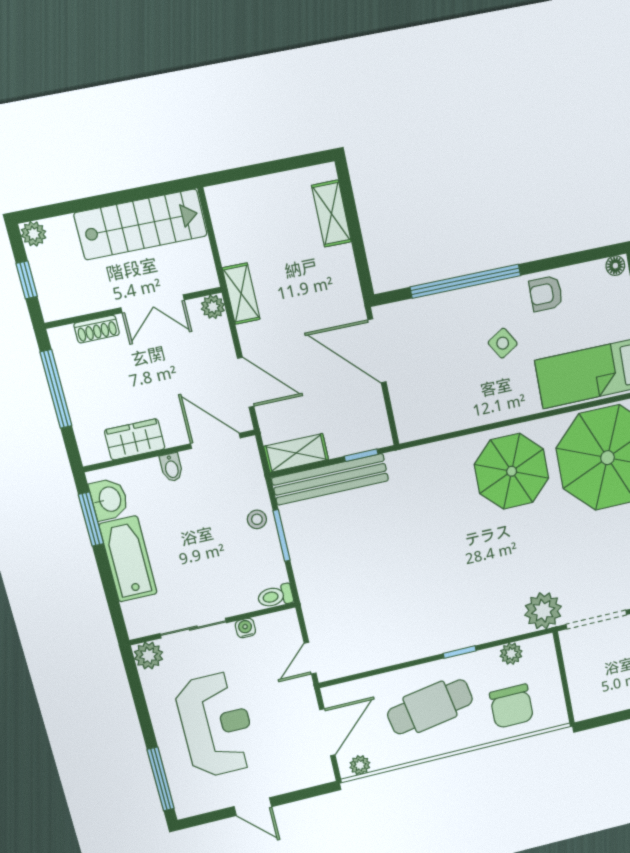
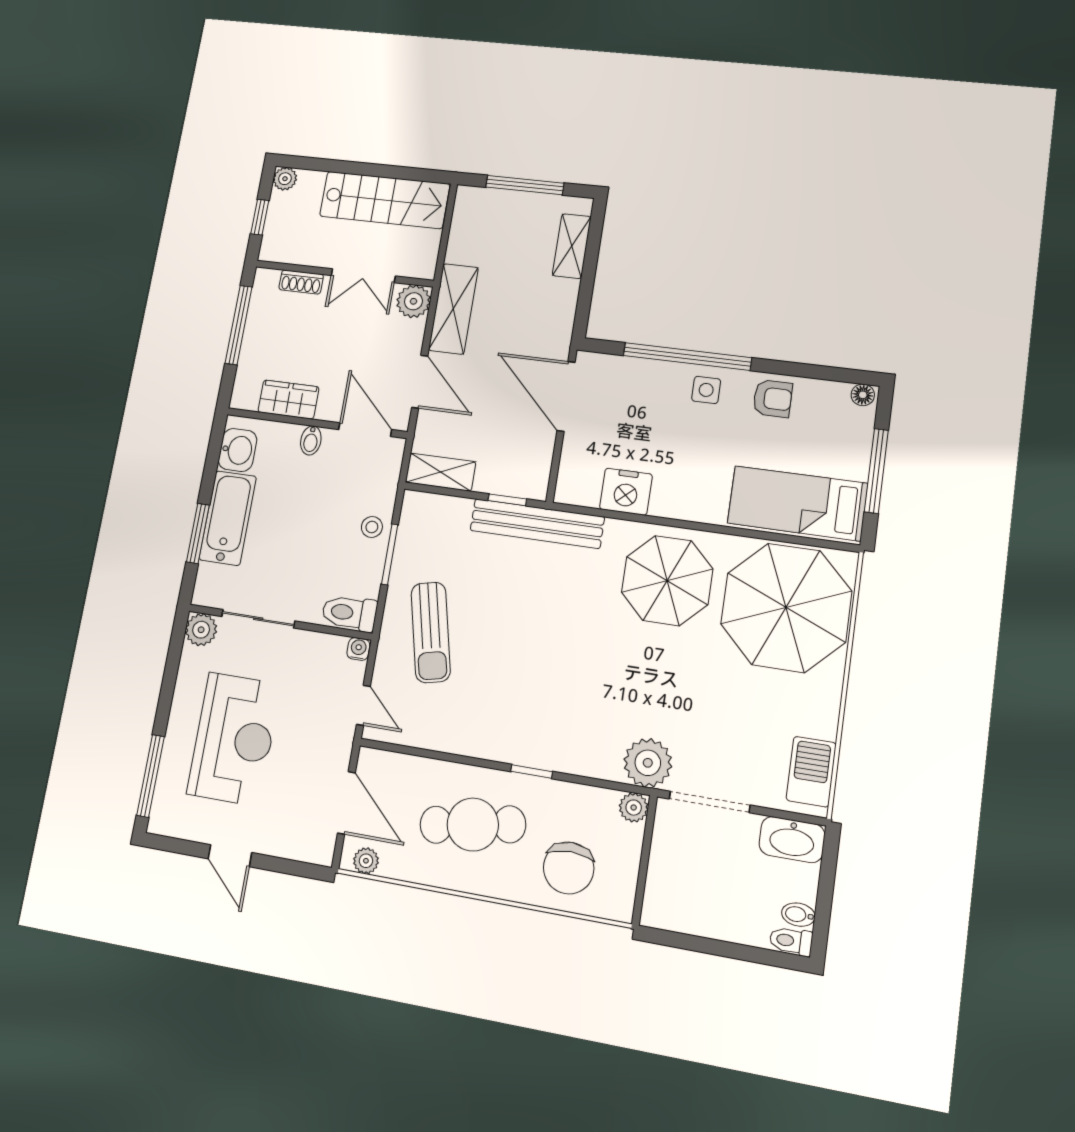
window: (267, 168) -> (525, 185), added
shelving: (241, 294) -> (453, 309), width x1.50, depth x1.33
armchair: (546, 294) -> (773, 399), turned 180
plant: (213, 307) -> (413, 301), width x1.38, depth x1.38
side table: (503, 343) -> (706, 390), moved, turned 31
nightstand: (455, 413) -> (626, 492), added
bench: (330, 479) -> (537, 524), moved
window: (91, 519) -> (198, 533), moved
sun lounger: (341, 583) -> (431, 632), added
toilet: (275, 596) -> (349, 613), width x1.37, depth x1.39
water cooler: (245, 628) -> (358, 649), moved
plant: (511, 654) -> (634, 808), moved
door: (310, 658) -> (363, 705), swing flipped
door: (327, 732) -> (346, 803), hinge flipped

